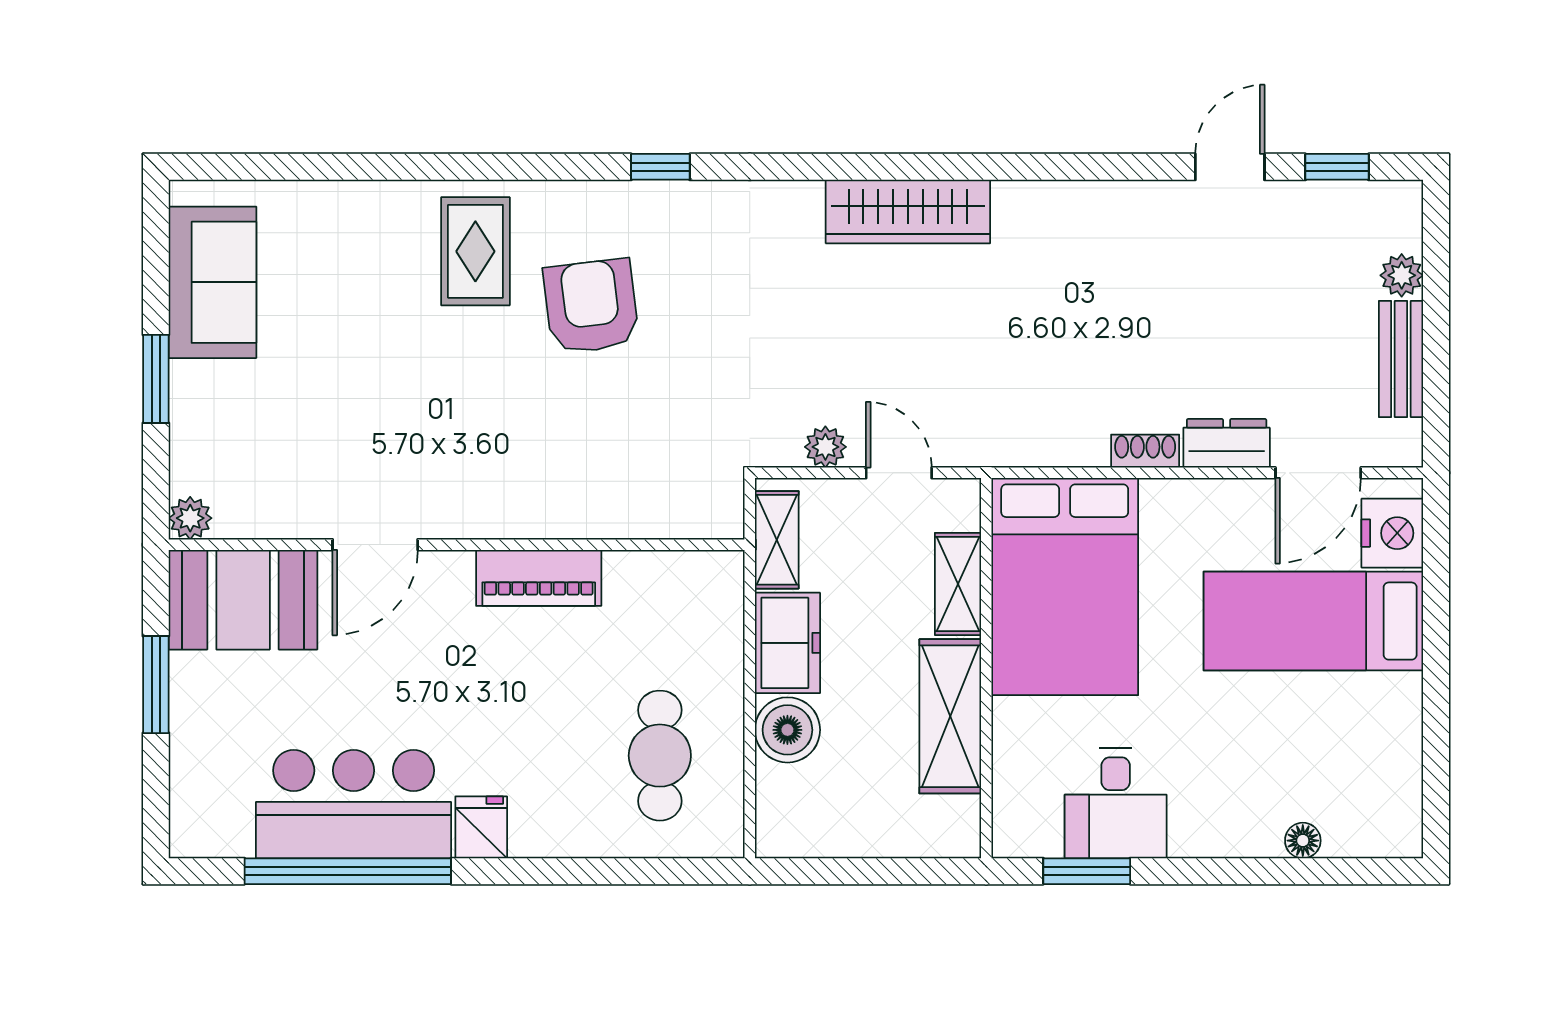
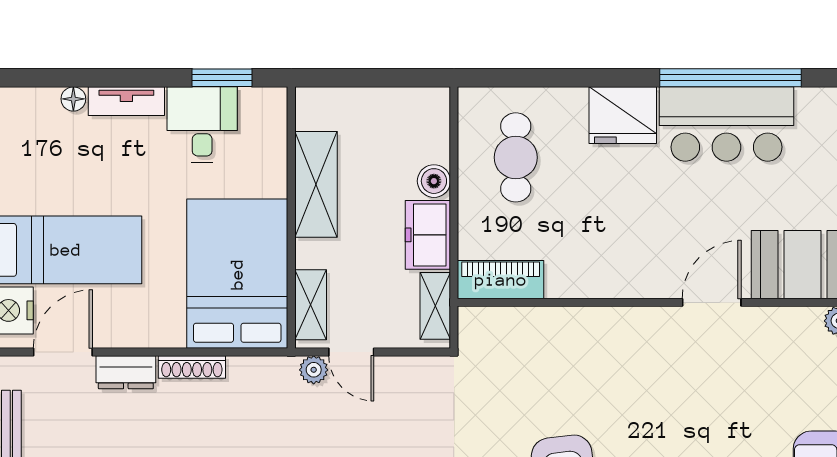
plant: (825, 447) -> (314, 370), moved
shoe rack: (1145, 451) -> (192, 367), width x1.43
piano: (539, 578) -> (501, 280), moved
shelving: (958, 584) -> (311, 305), moved
boiler: (787, 730) -> (434, 181), width x0.73, depth x0.73
fridge: (481, 827) -> (623, 115), width x1.88, depth x1.34
tv unit: (1226, 837) -> (126, 101), added

